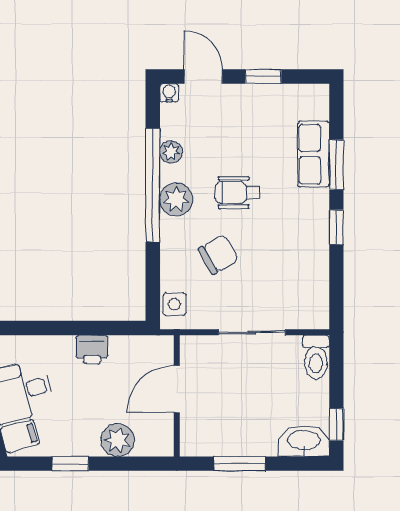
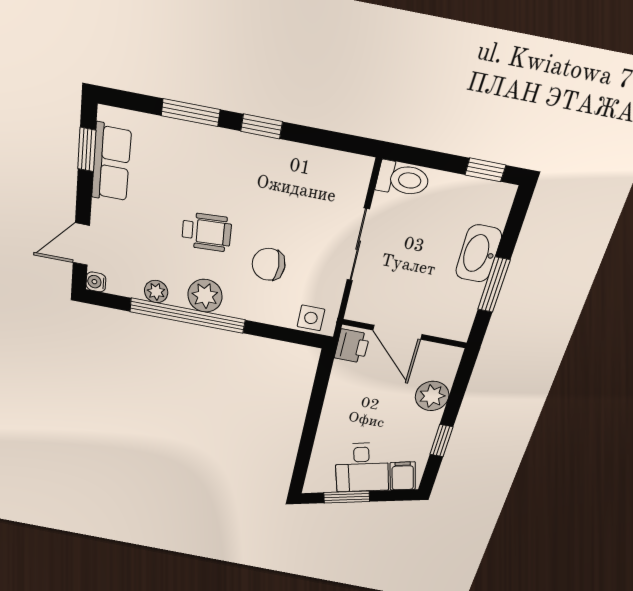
window: (263, 76) -> (87, 150), moved
row of seats: (314, 154) -> (111, 163), moved, turned -90
wheelchair: (237, 193) -> (207, 232), turned -93
chair: (218, 254) -> (269, 264), turned -60
printer: (92, 349) -> (352, 346), moved
washbasin: (304, 441) -> (478, 254), moved

